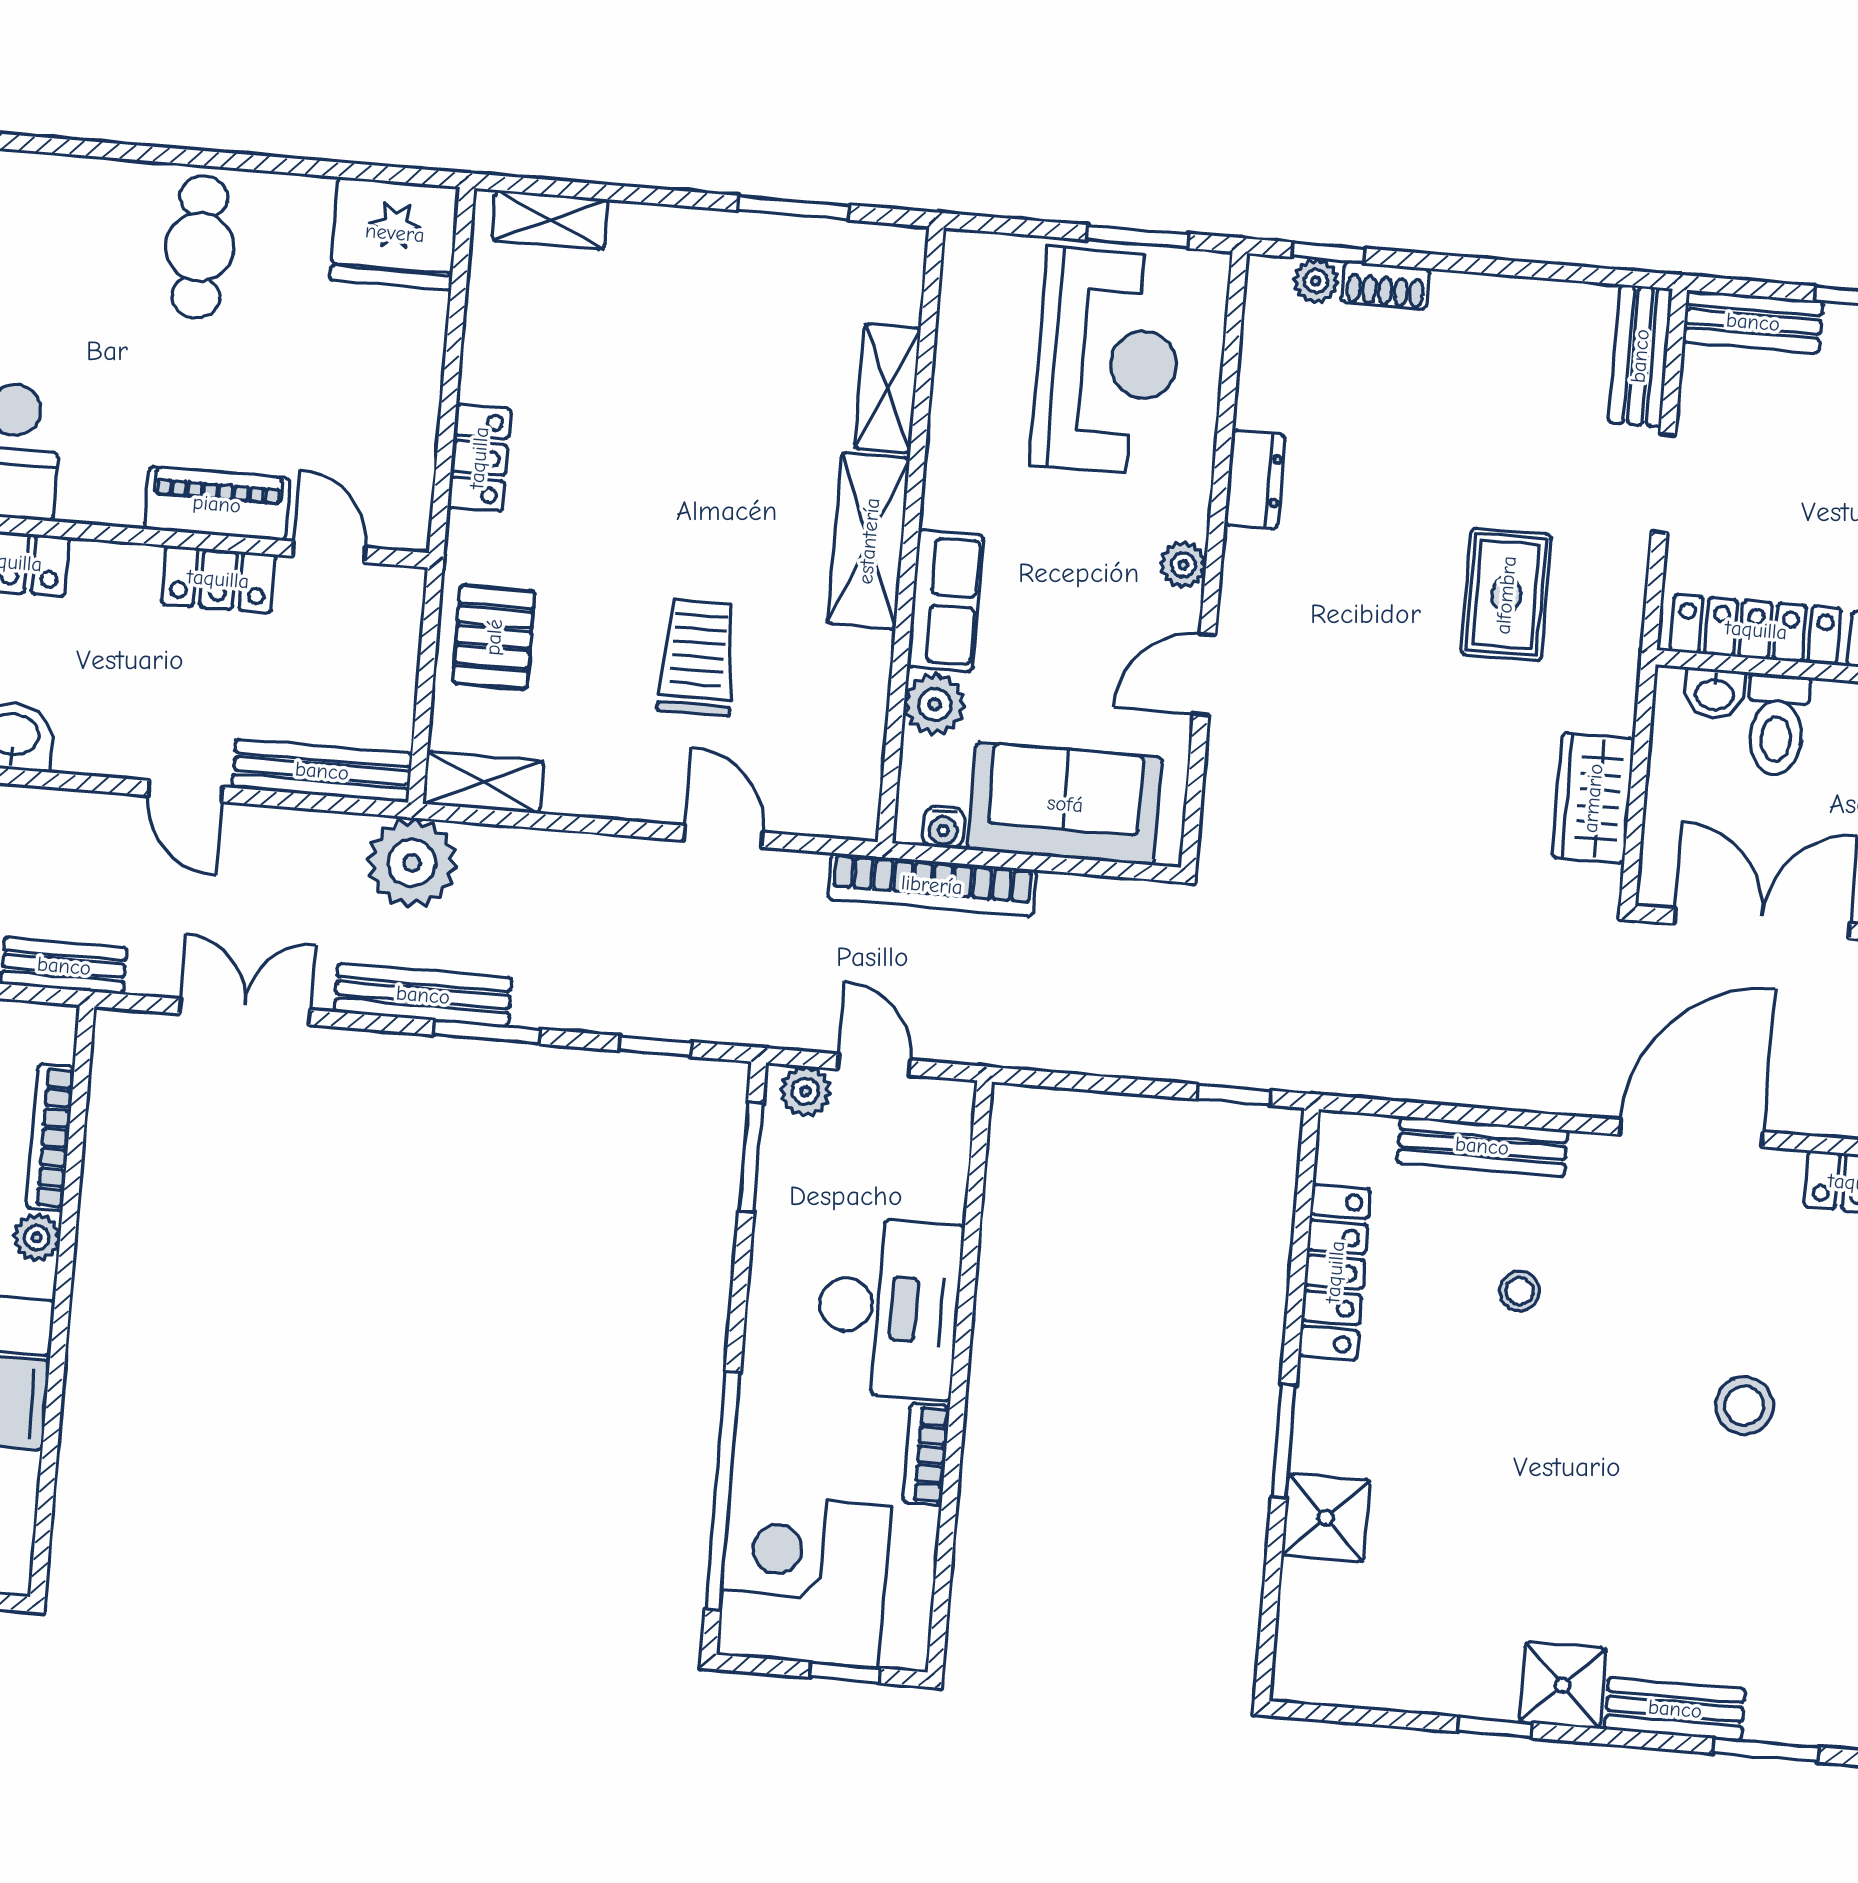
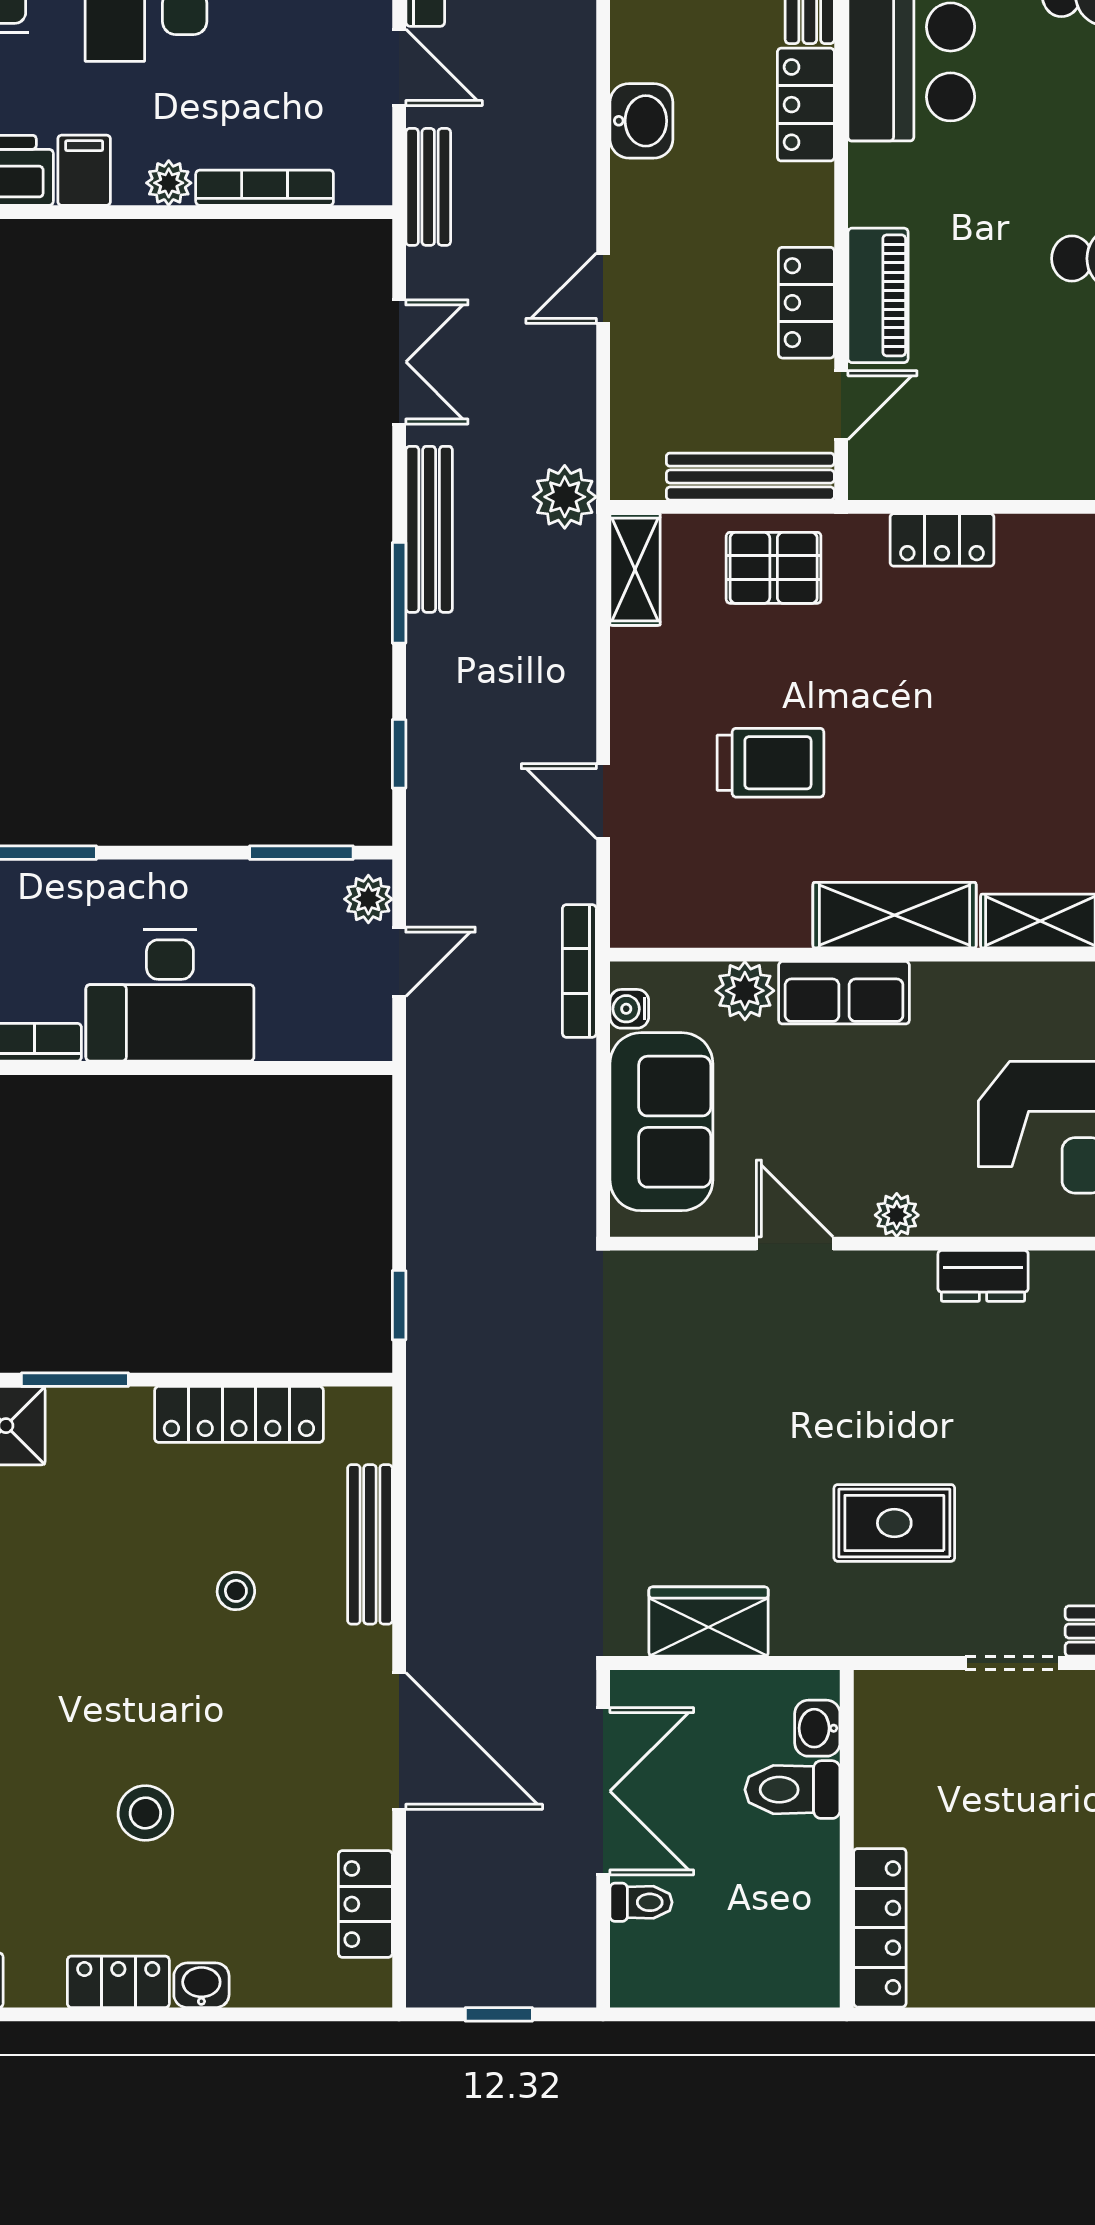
locker: (1756, 630) -> (881, 1762), removed
bench: (322, 771) -> (750, 477), moved, turned 90
door: (723, 836) -> (603, 801), swing flipped
plant: (412, 863) -> (565, 497), width x0.73, depth x0.73
bookcase: (932, 885) -> (579, 971), width x0.68, depth x0.76

